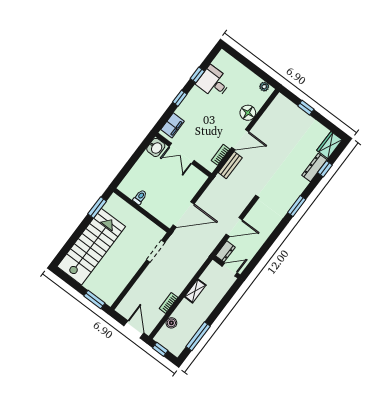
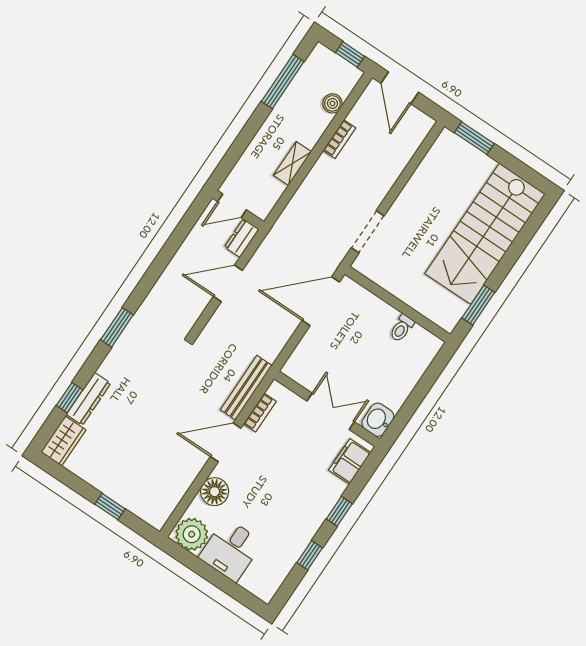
desk: (214, 82) -> (231, 550), moved, turned 90
plant: (264, 87) -> (192, 534), width x1.87, depth x1.87
bench: (230, 165) -> (246, 388), width x1.36

